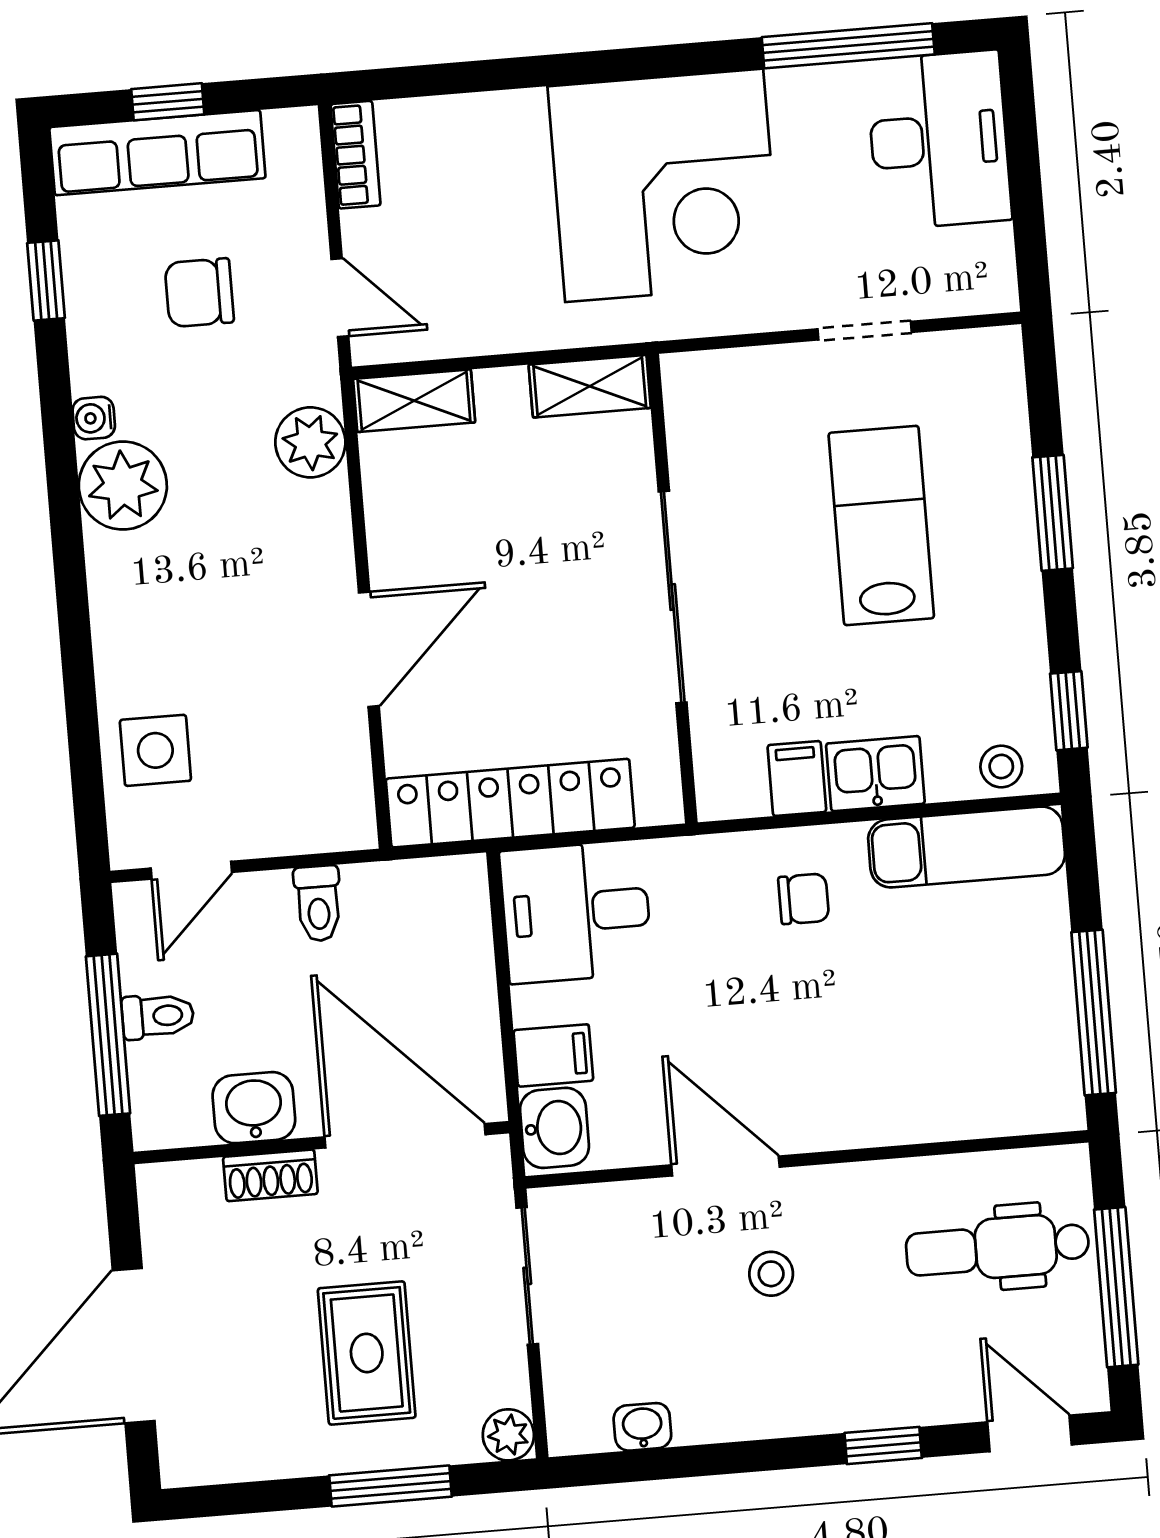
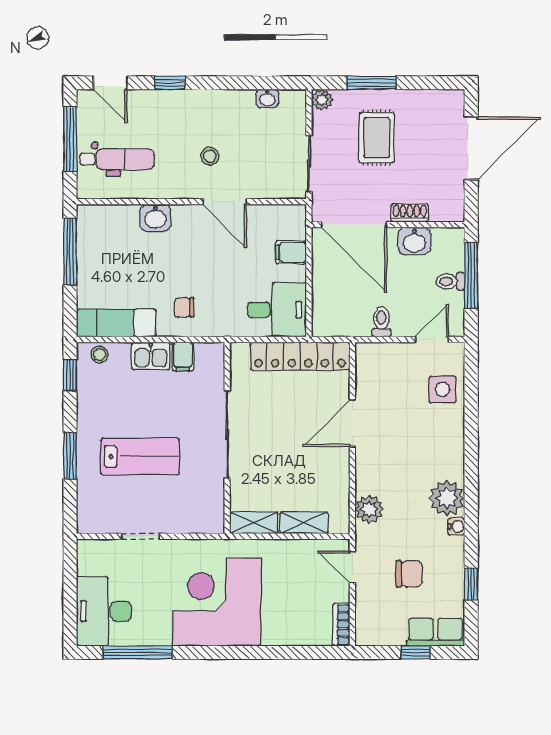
row of seats: (157, 153) -> (436, 632), width x0.68
shelving: (414, 401) -> (304, 523), moved
lab bench: (881, 526) -> (140, 457), turned -90
washbasin: (554, 1128) -> (155, 218), moved, turned -90

